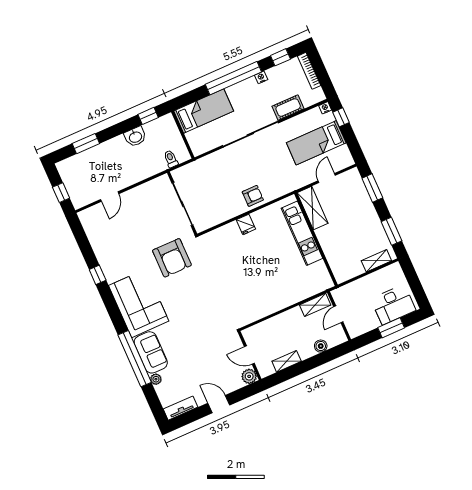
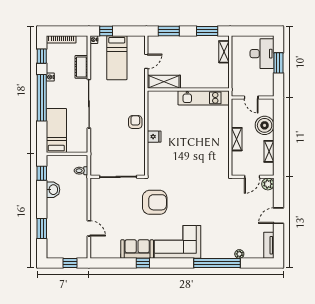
door: (327, 178) -> (146, 61), swing flipped
kitchen unit: (302, 233) -> (204, 98), moved
shelving: (315, 305) -> (237, 139), moved
boiler: (321, 346) -> (265, 125), width x1.86, depth x1.86
sofa: (151, 352) -> (137, 249), moved

